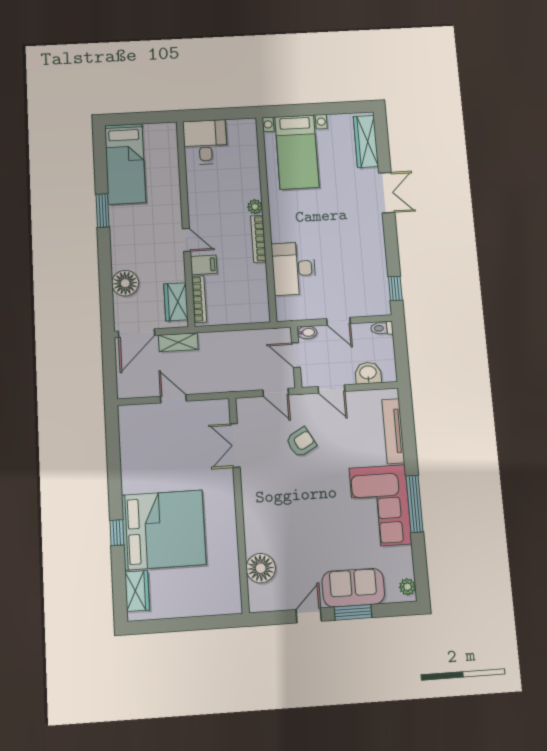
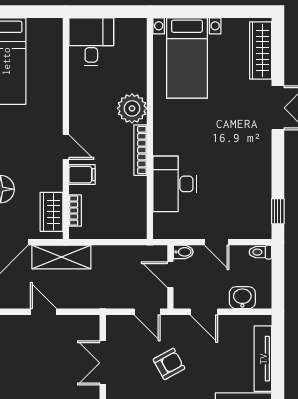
plant: (255, 207) -> (132, 108), width x1.87, depth x1.87
bookcase: (199, 299) -> (75, 211), width x0.64
shelving: (178, 342) -> (61, 257), width x1.50, depth x1.33

